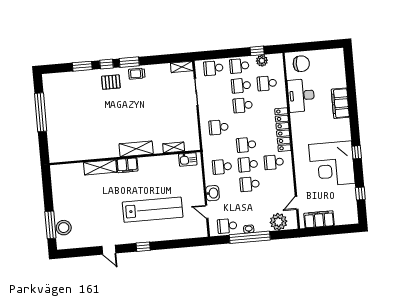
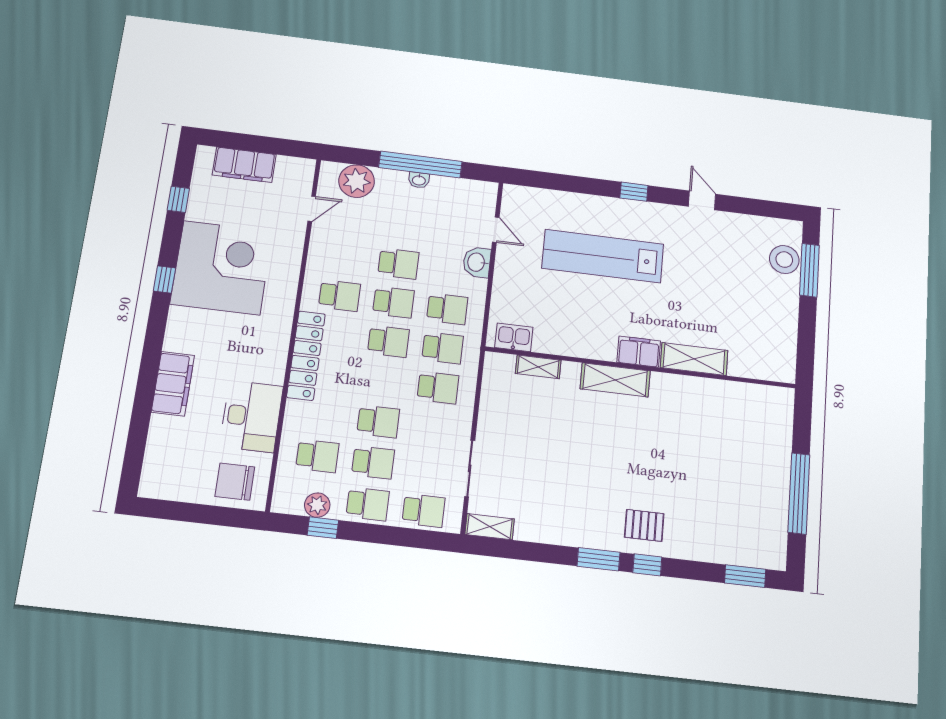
window: (82, 66) -> (745, 576), moved
trolley: (137, 74) -> (587, 532), removed
filing cabinet: (319, 219) -> (244, 165), moved
school desk: (227, 226) -> (443, 348), moved

